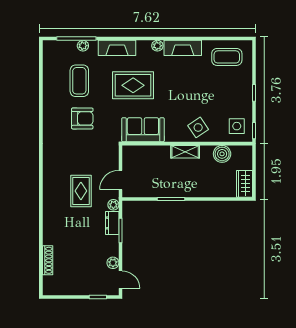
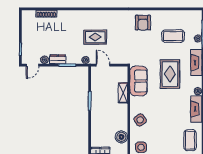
armchair: (82, 118) -> (143, 23), moved
shelving: (185, 152) -> (123, 93), moved
dresser: (112, 223) -> (58, 59), moved

